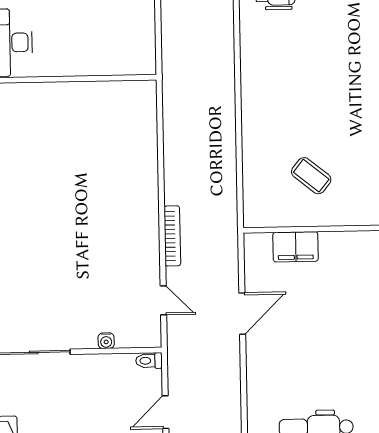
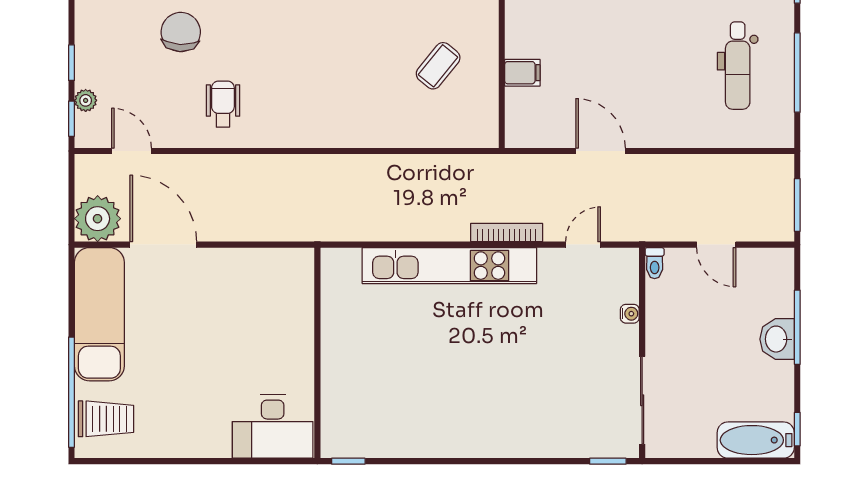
kitchen unit: (144, 188) -> (449, 266), added
filing cabinet: (296, 247) -> (522, 73), width x0.50

